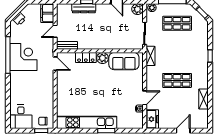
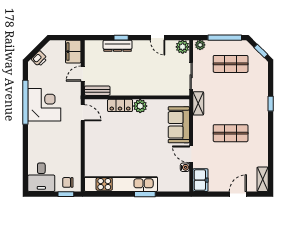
sofa: (124, 61) -> (179, 125), moved, turned 90
door: (145, 98) -> (191, 154), swing flipped
shelving: (203, 99) -> (263, 179), moved

